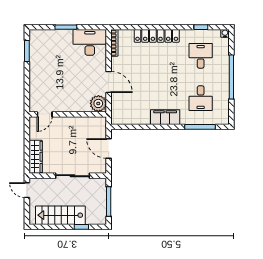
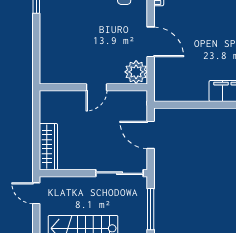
door: (45, 114) -> (96, 87), moved
sliding door: (72, 176) -> (119, 173), moved

